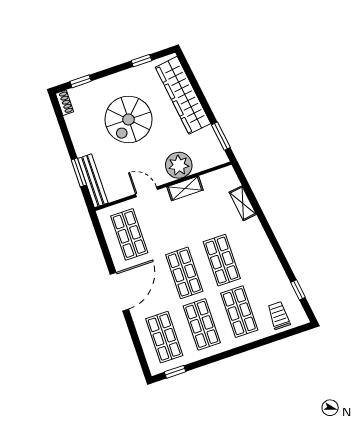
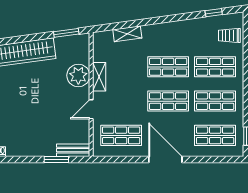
spiral stairs: (128, 119) -> (27, 104), removed
bench: (93, 181) -> (73, 150), width x0.73

